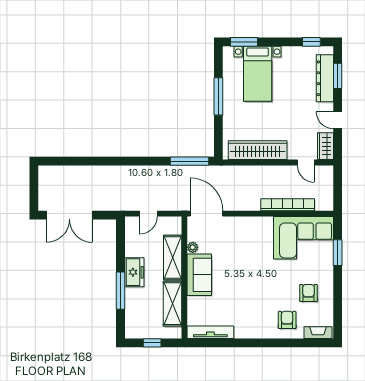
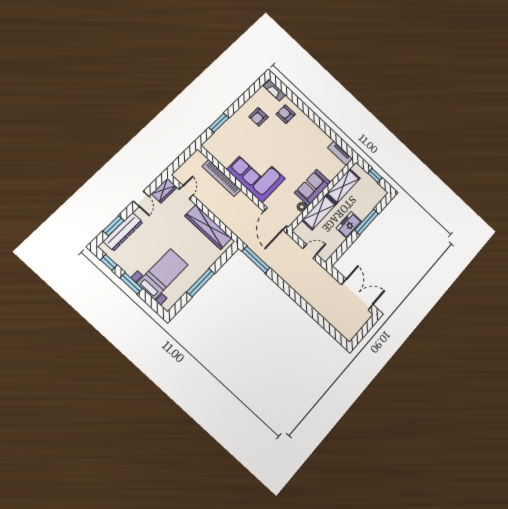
window: (244, 42) -> (131, 283), moved
corner sofa: (304, 238) -> (256, 174), moved
armchair: (287, 320) -> (286, 114), turned 90
tv unit: (210, 332) -> (340, 153), width x0.71

